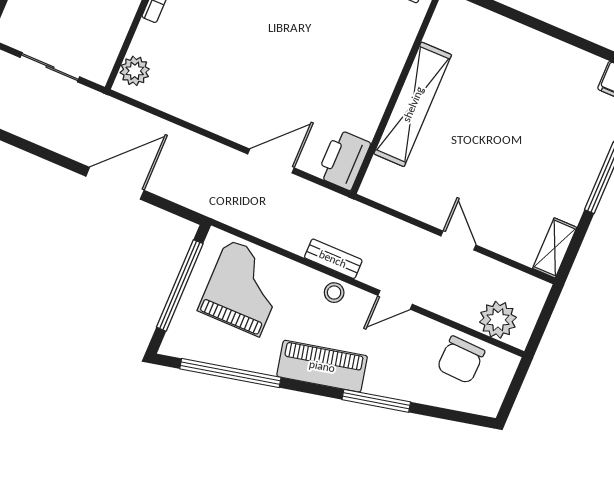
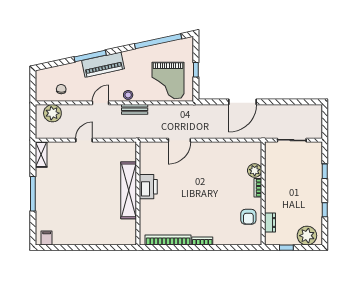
plant: (135, 71) -> (255, 171), moved
printer: (344, 160) -> (148, 187), moved
door: (458, 241) -> (84, 140), swing flipped
window: (180, 285) -> (196, 70), width x0.32
chair: (461, 360) -> (61, 89), width x0.54, depth x0.54
piano: (322, 366) -> (103, 65), moved

